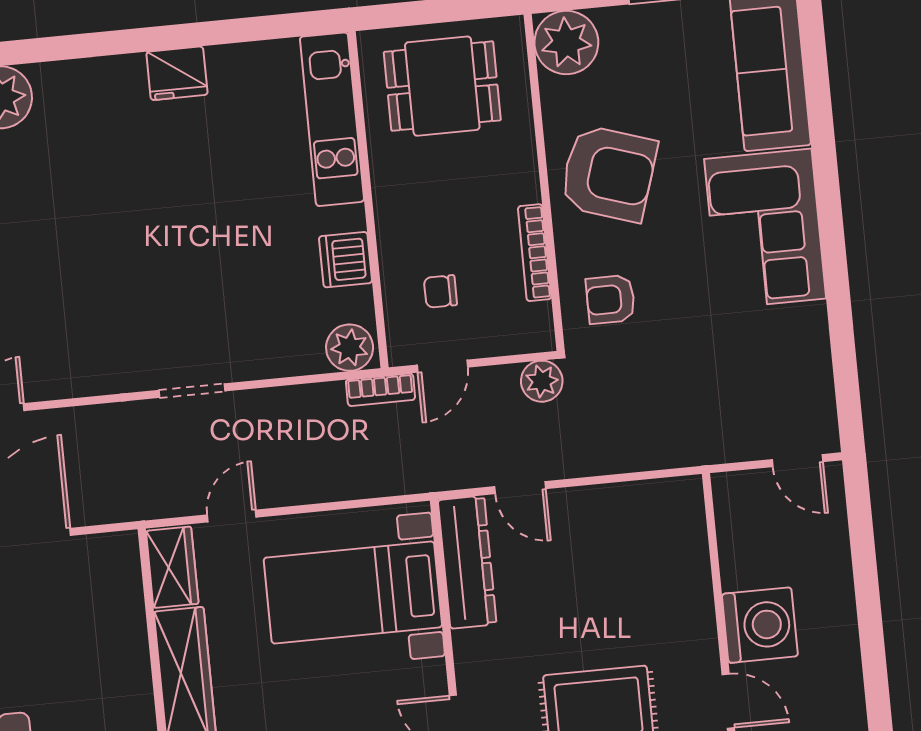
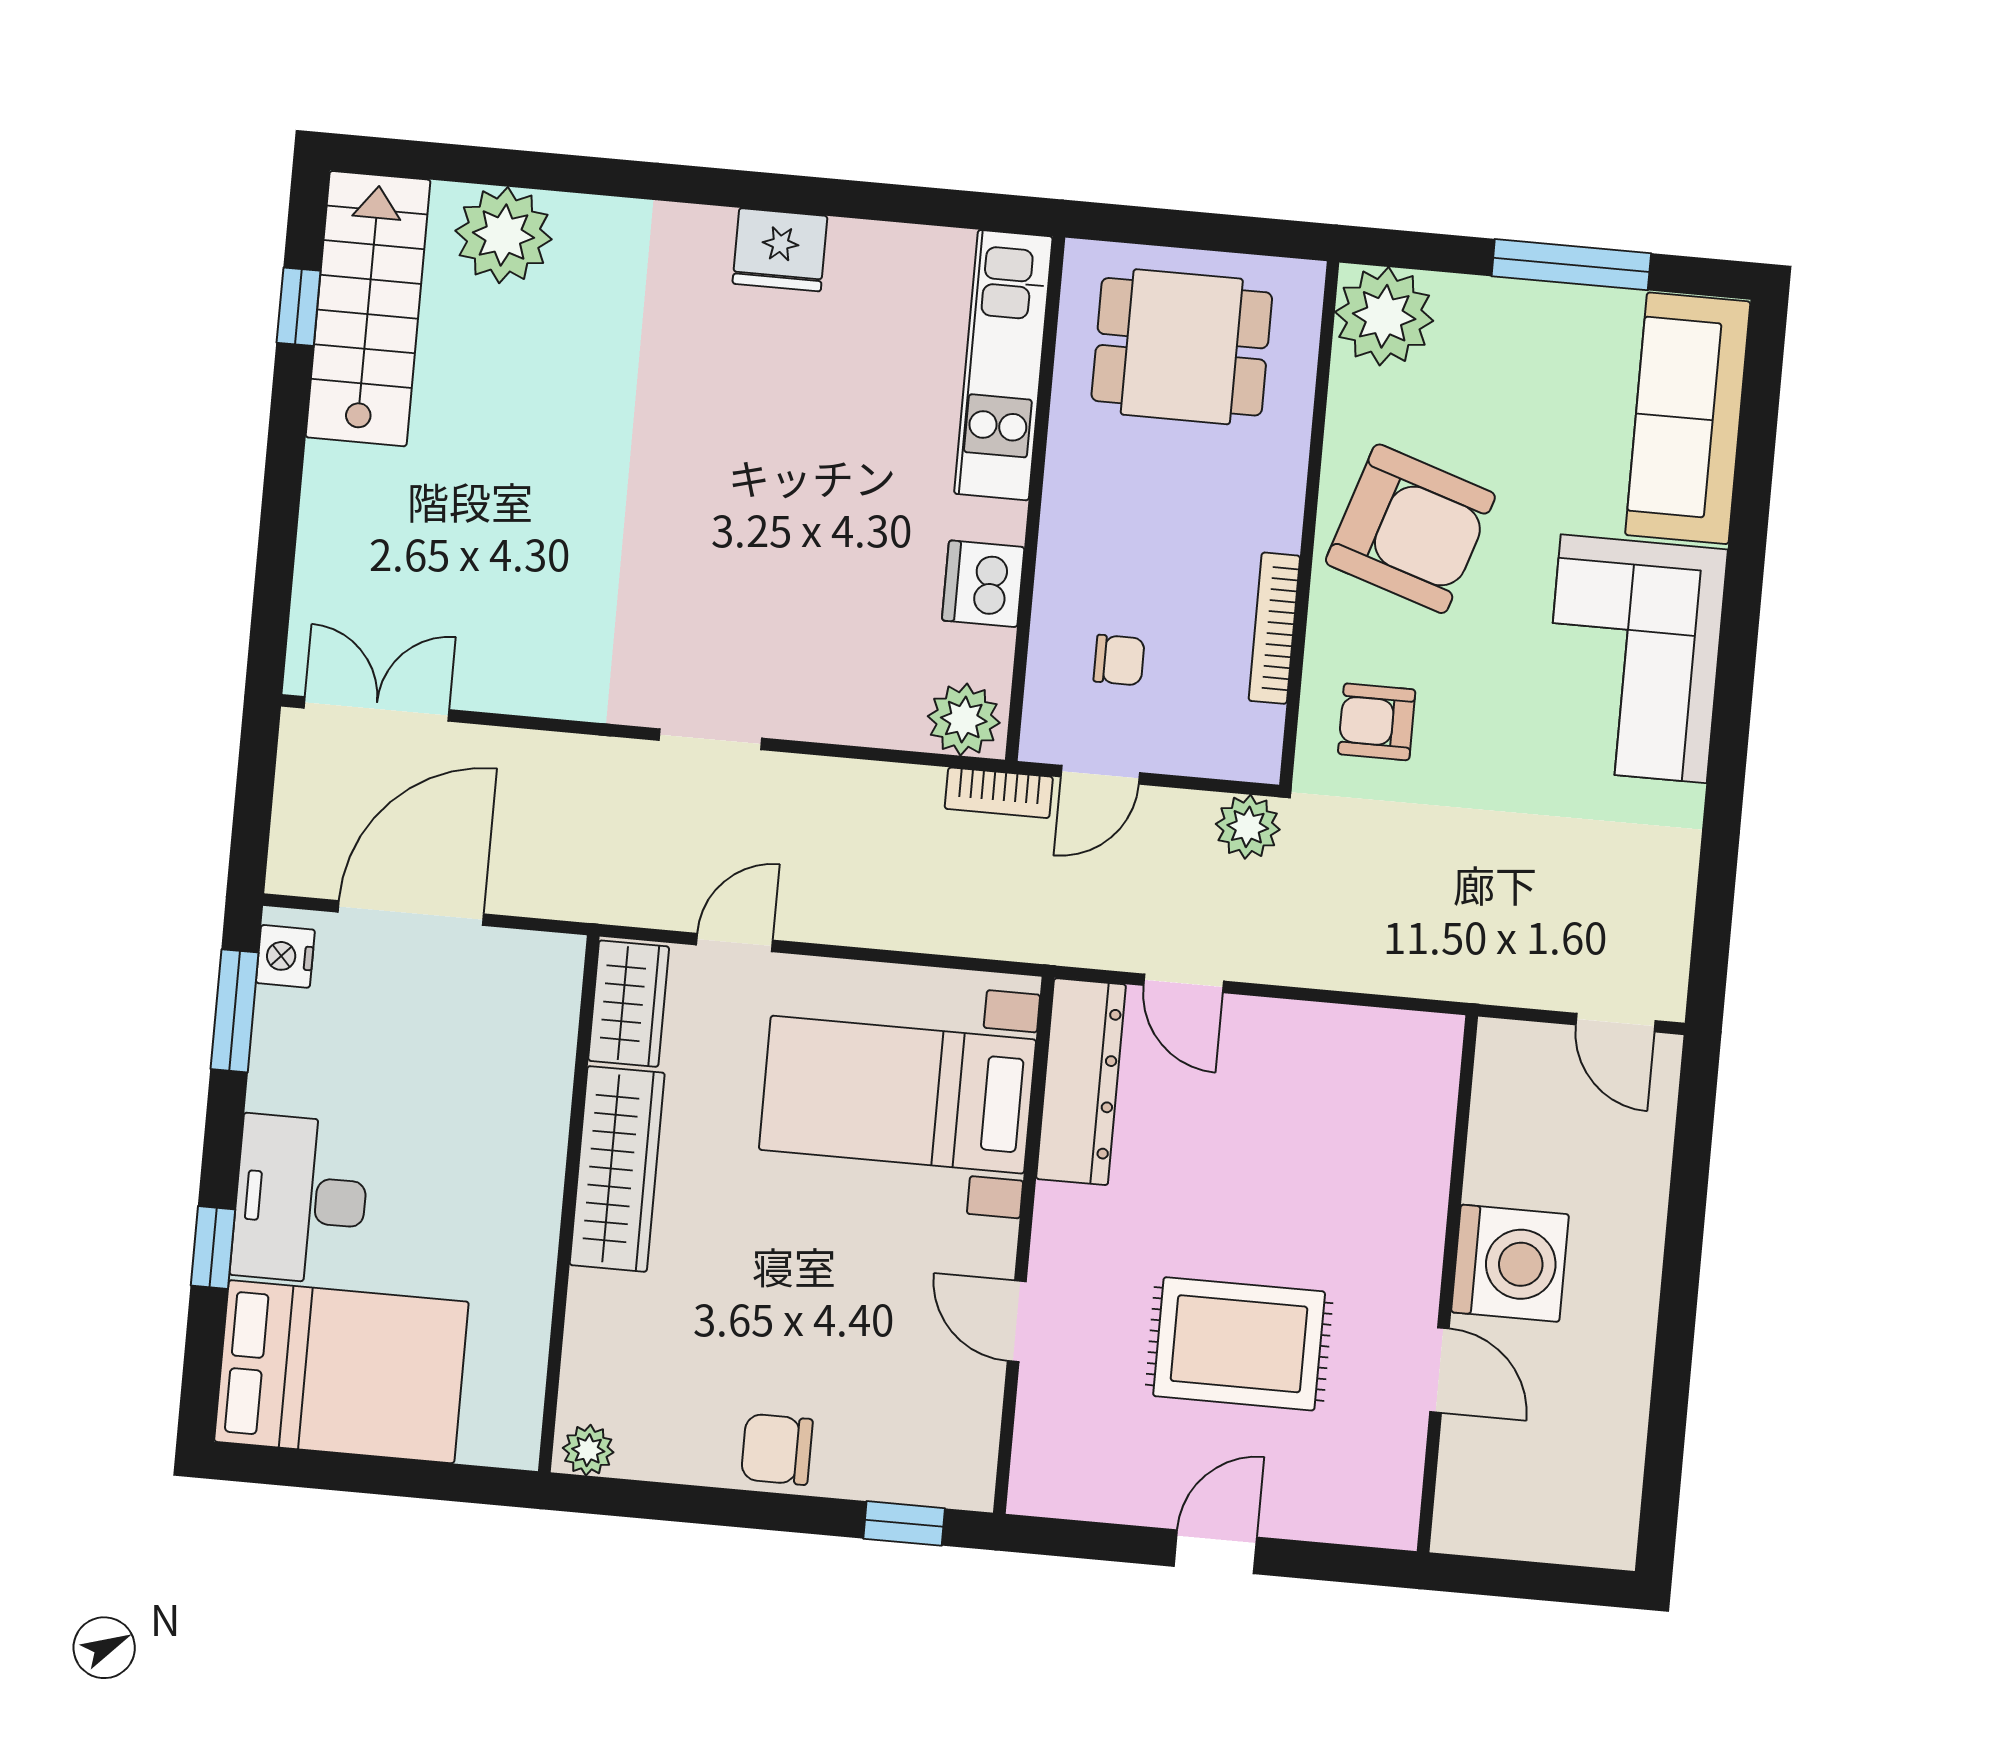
chair: (440, 291) -> (1119, 660), turned 180

